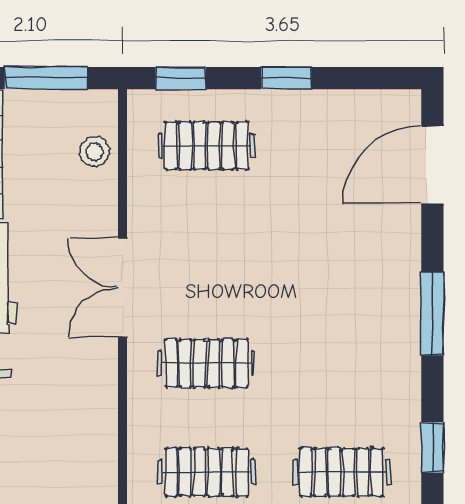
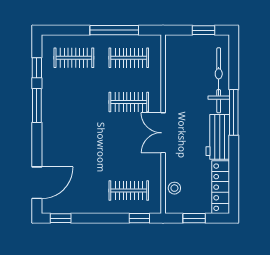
window: (46, 78) -> (194, 218), width x0.67
window: (286, 78) -> (61, 218), moved
double door: (122, 288) -> (163, 133), swing flipped
window: (432, 314) -> (37, 105), moved

